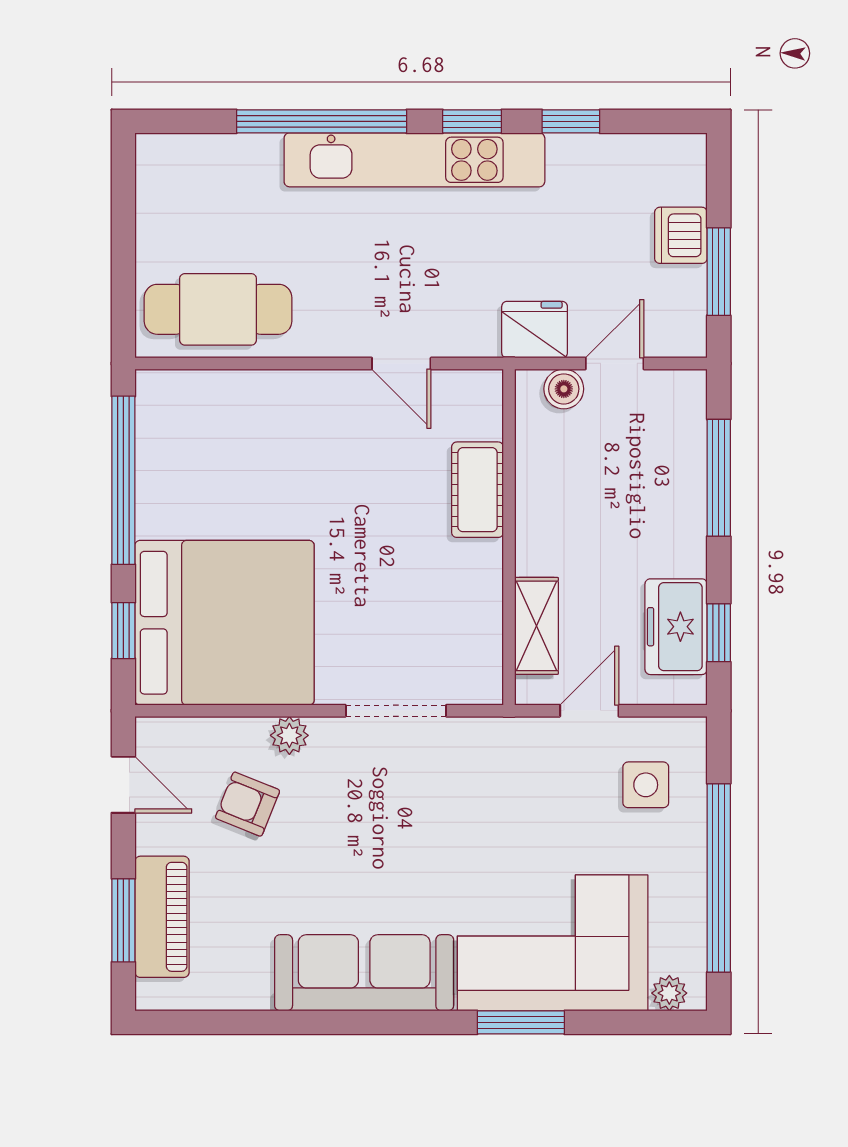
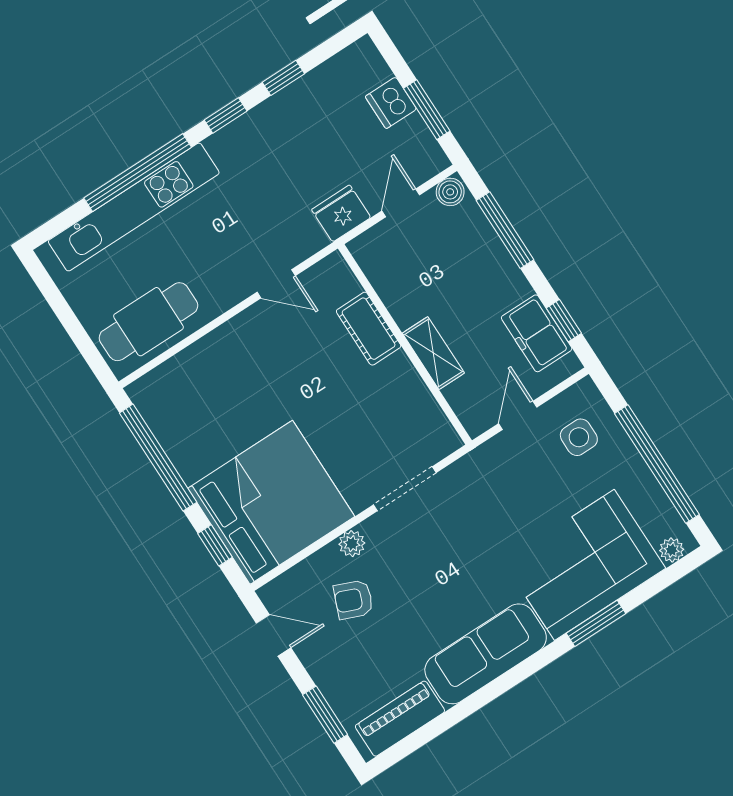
kitchen unit: (414, 160) -> (134, 207), moved
boiler: (564, 389) -> (450, 192), moved
shelving: (536, 626) -> (433, 353), moved
piano: (162, 917) -> (400, 719), moved, turned -90

